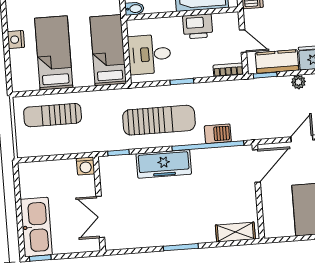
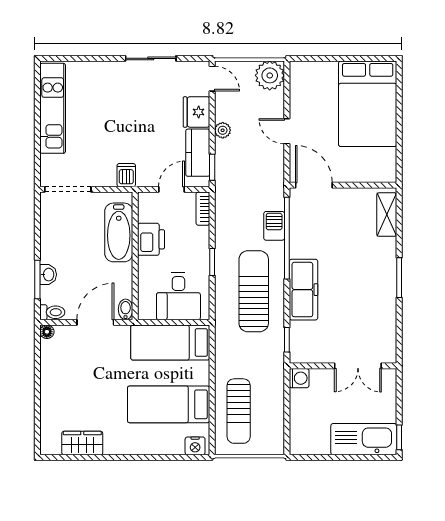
nightstand: (16, 40) -> (195, 446), moved

